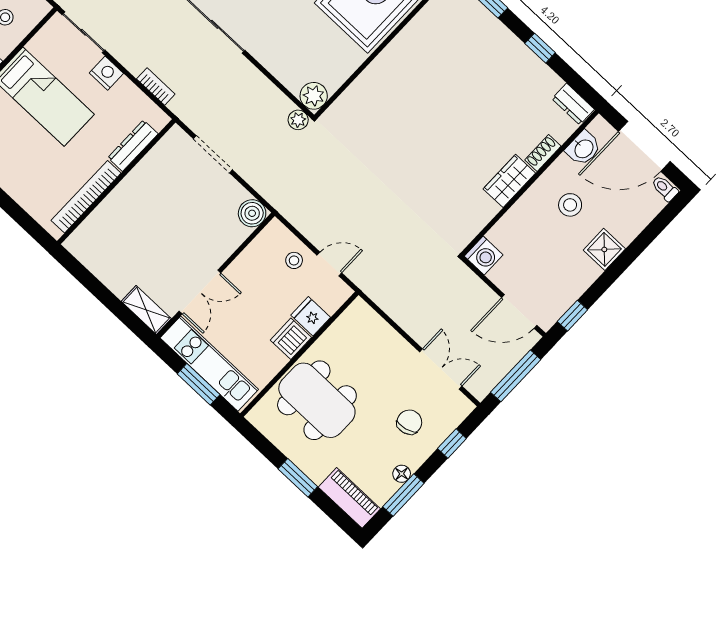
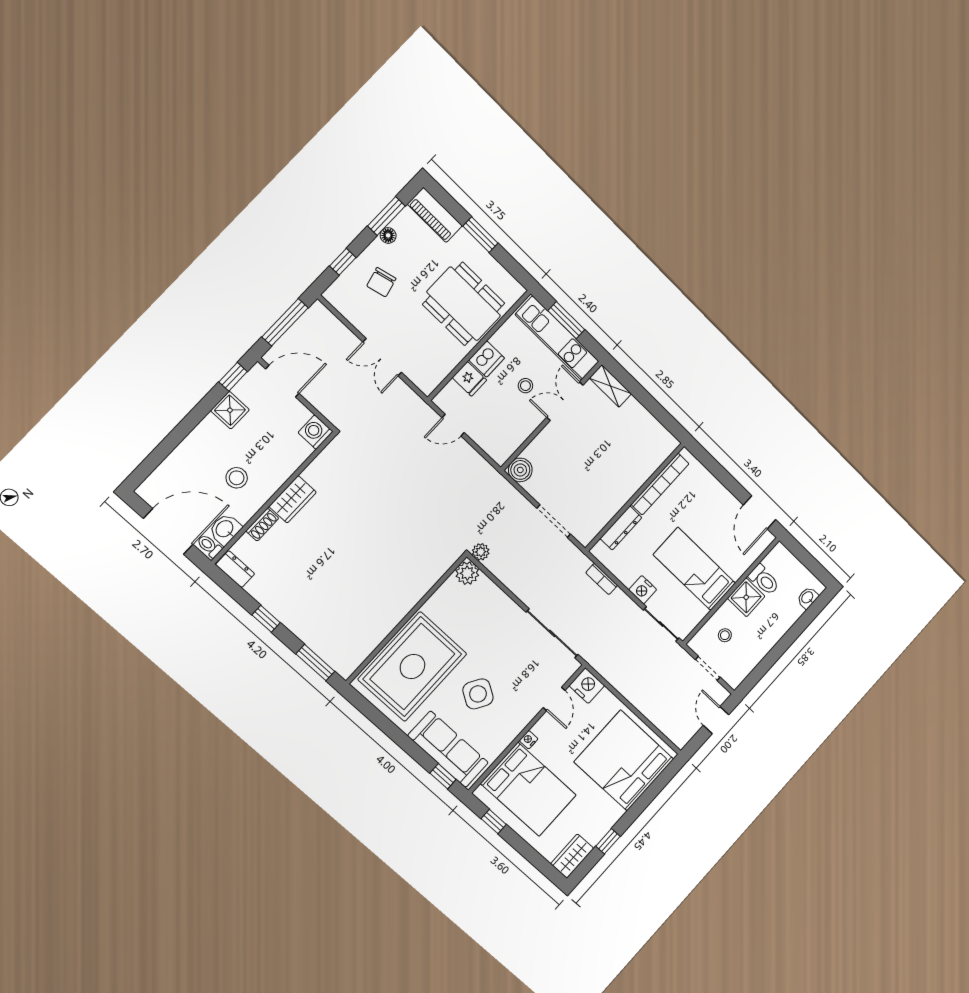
toilet: (665, 188) -> (209, 546), moved, turned 180
shower: (604, 249) -> (230, 410), moved
stool: (294, 260) -> (525, 386), moved
double door: (441, 369) -> (382, 357), moved

